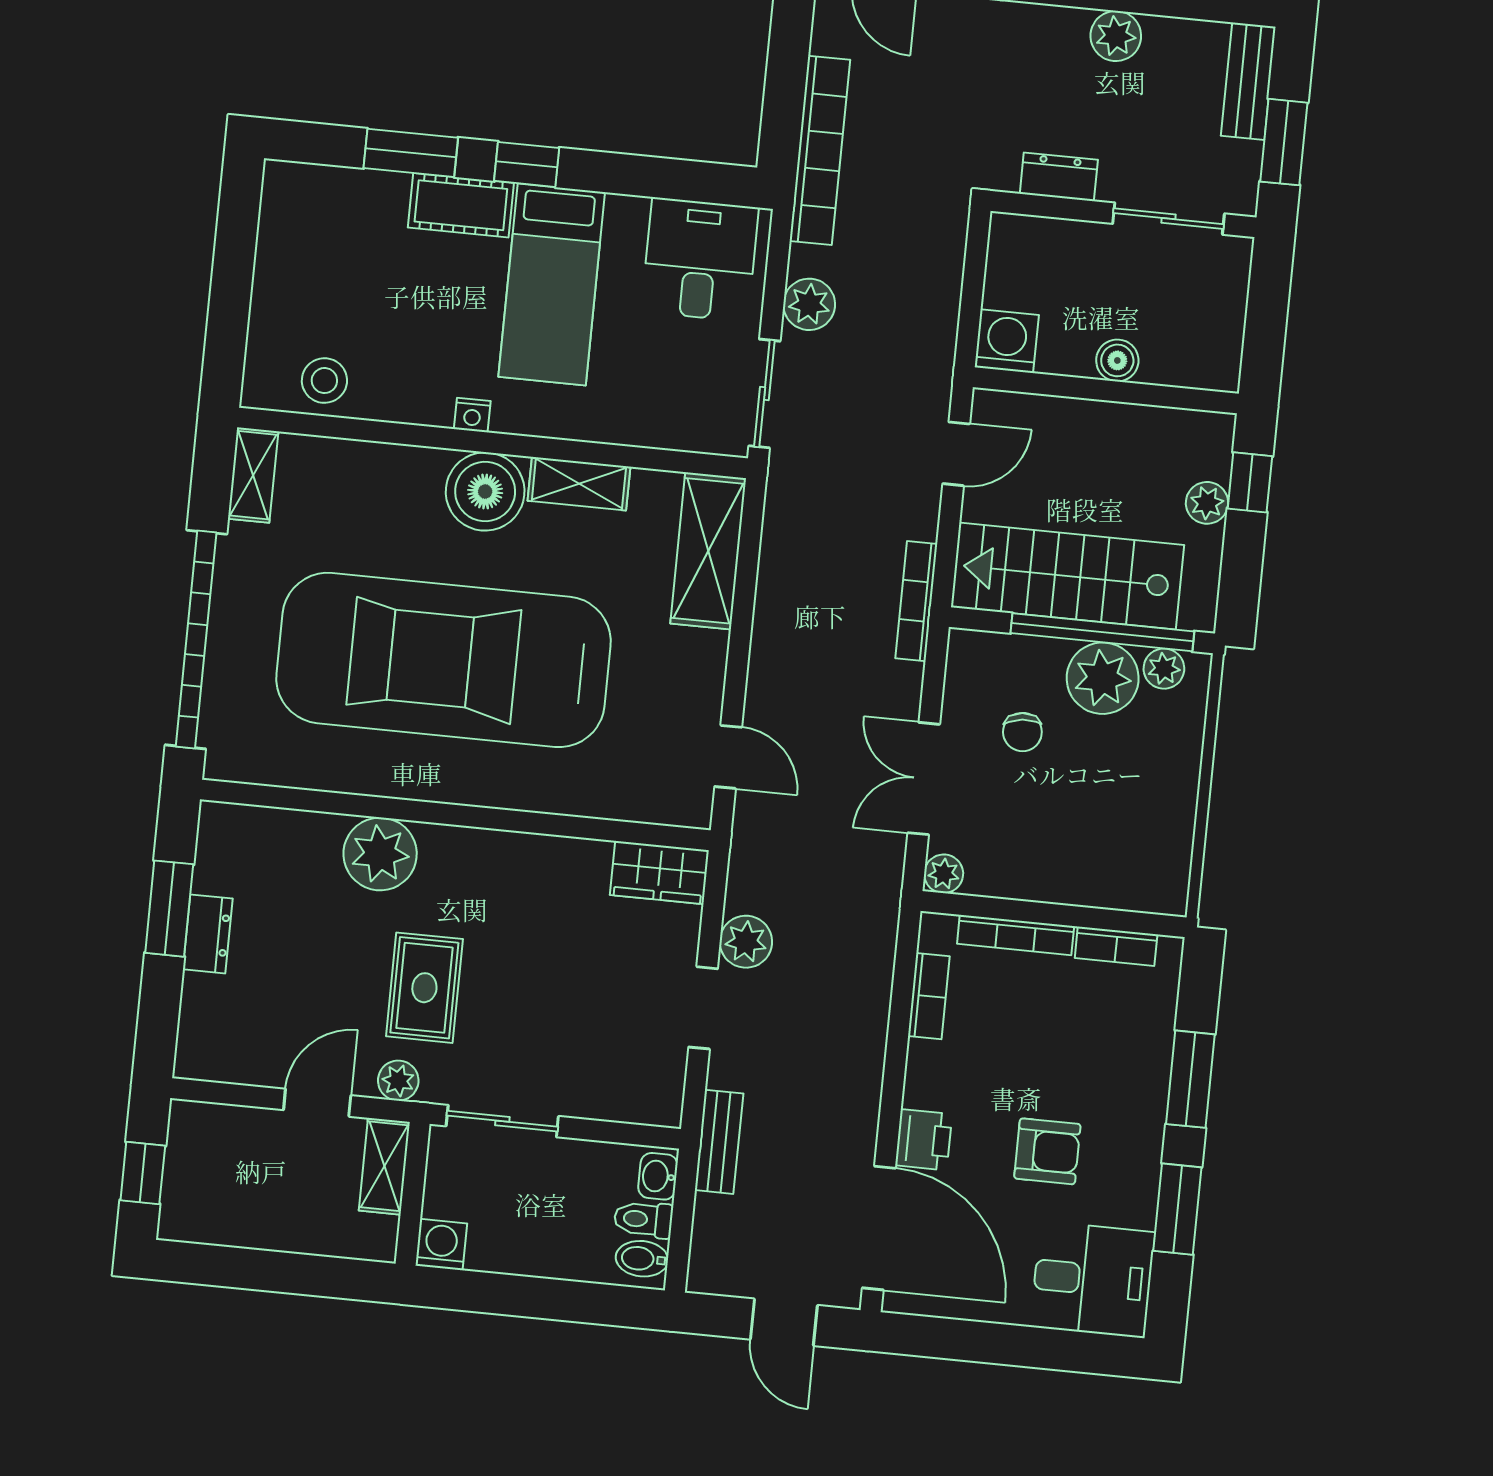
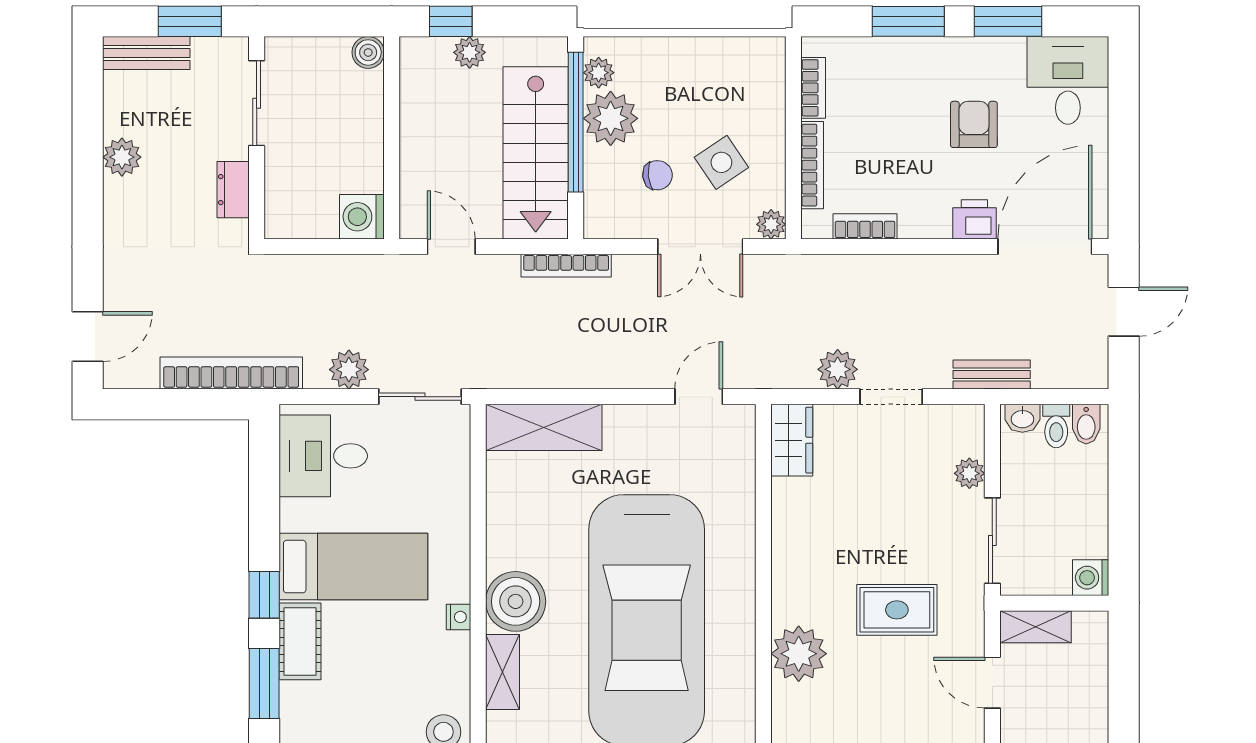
boiler: (1117, 360) -> (368, 52), moved
shelving: (579, 484) -> (503, 672), moved
side table: (1031, 817) -> (721, 162), added
plant: (398, 1081) -> (969, 473), moved

